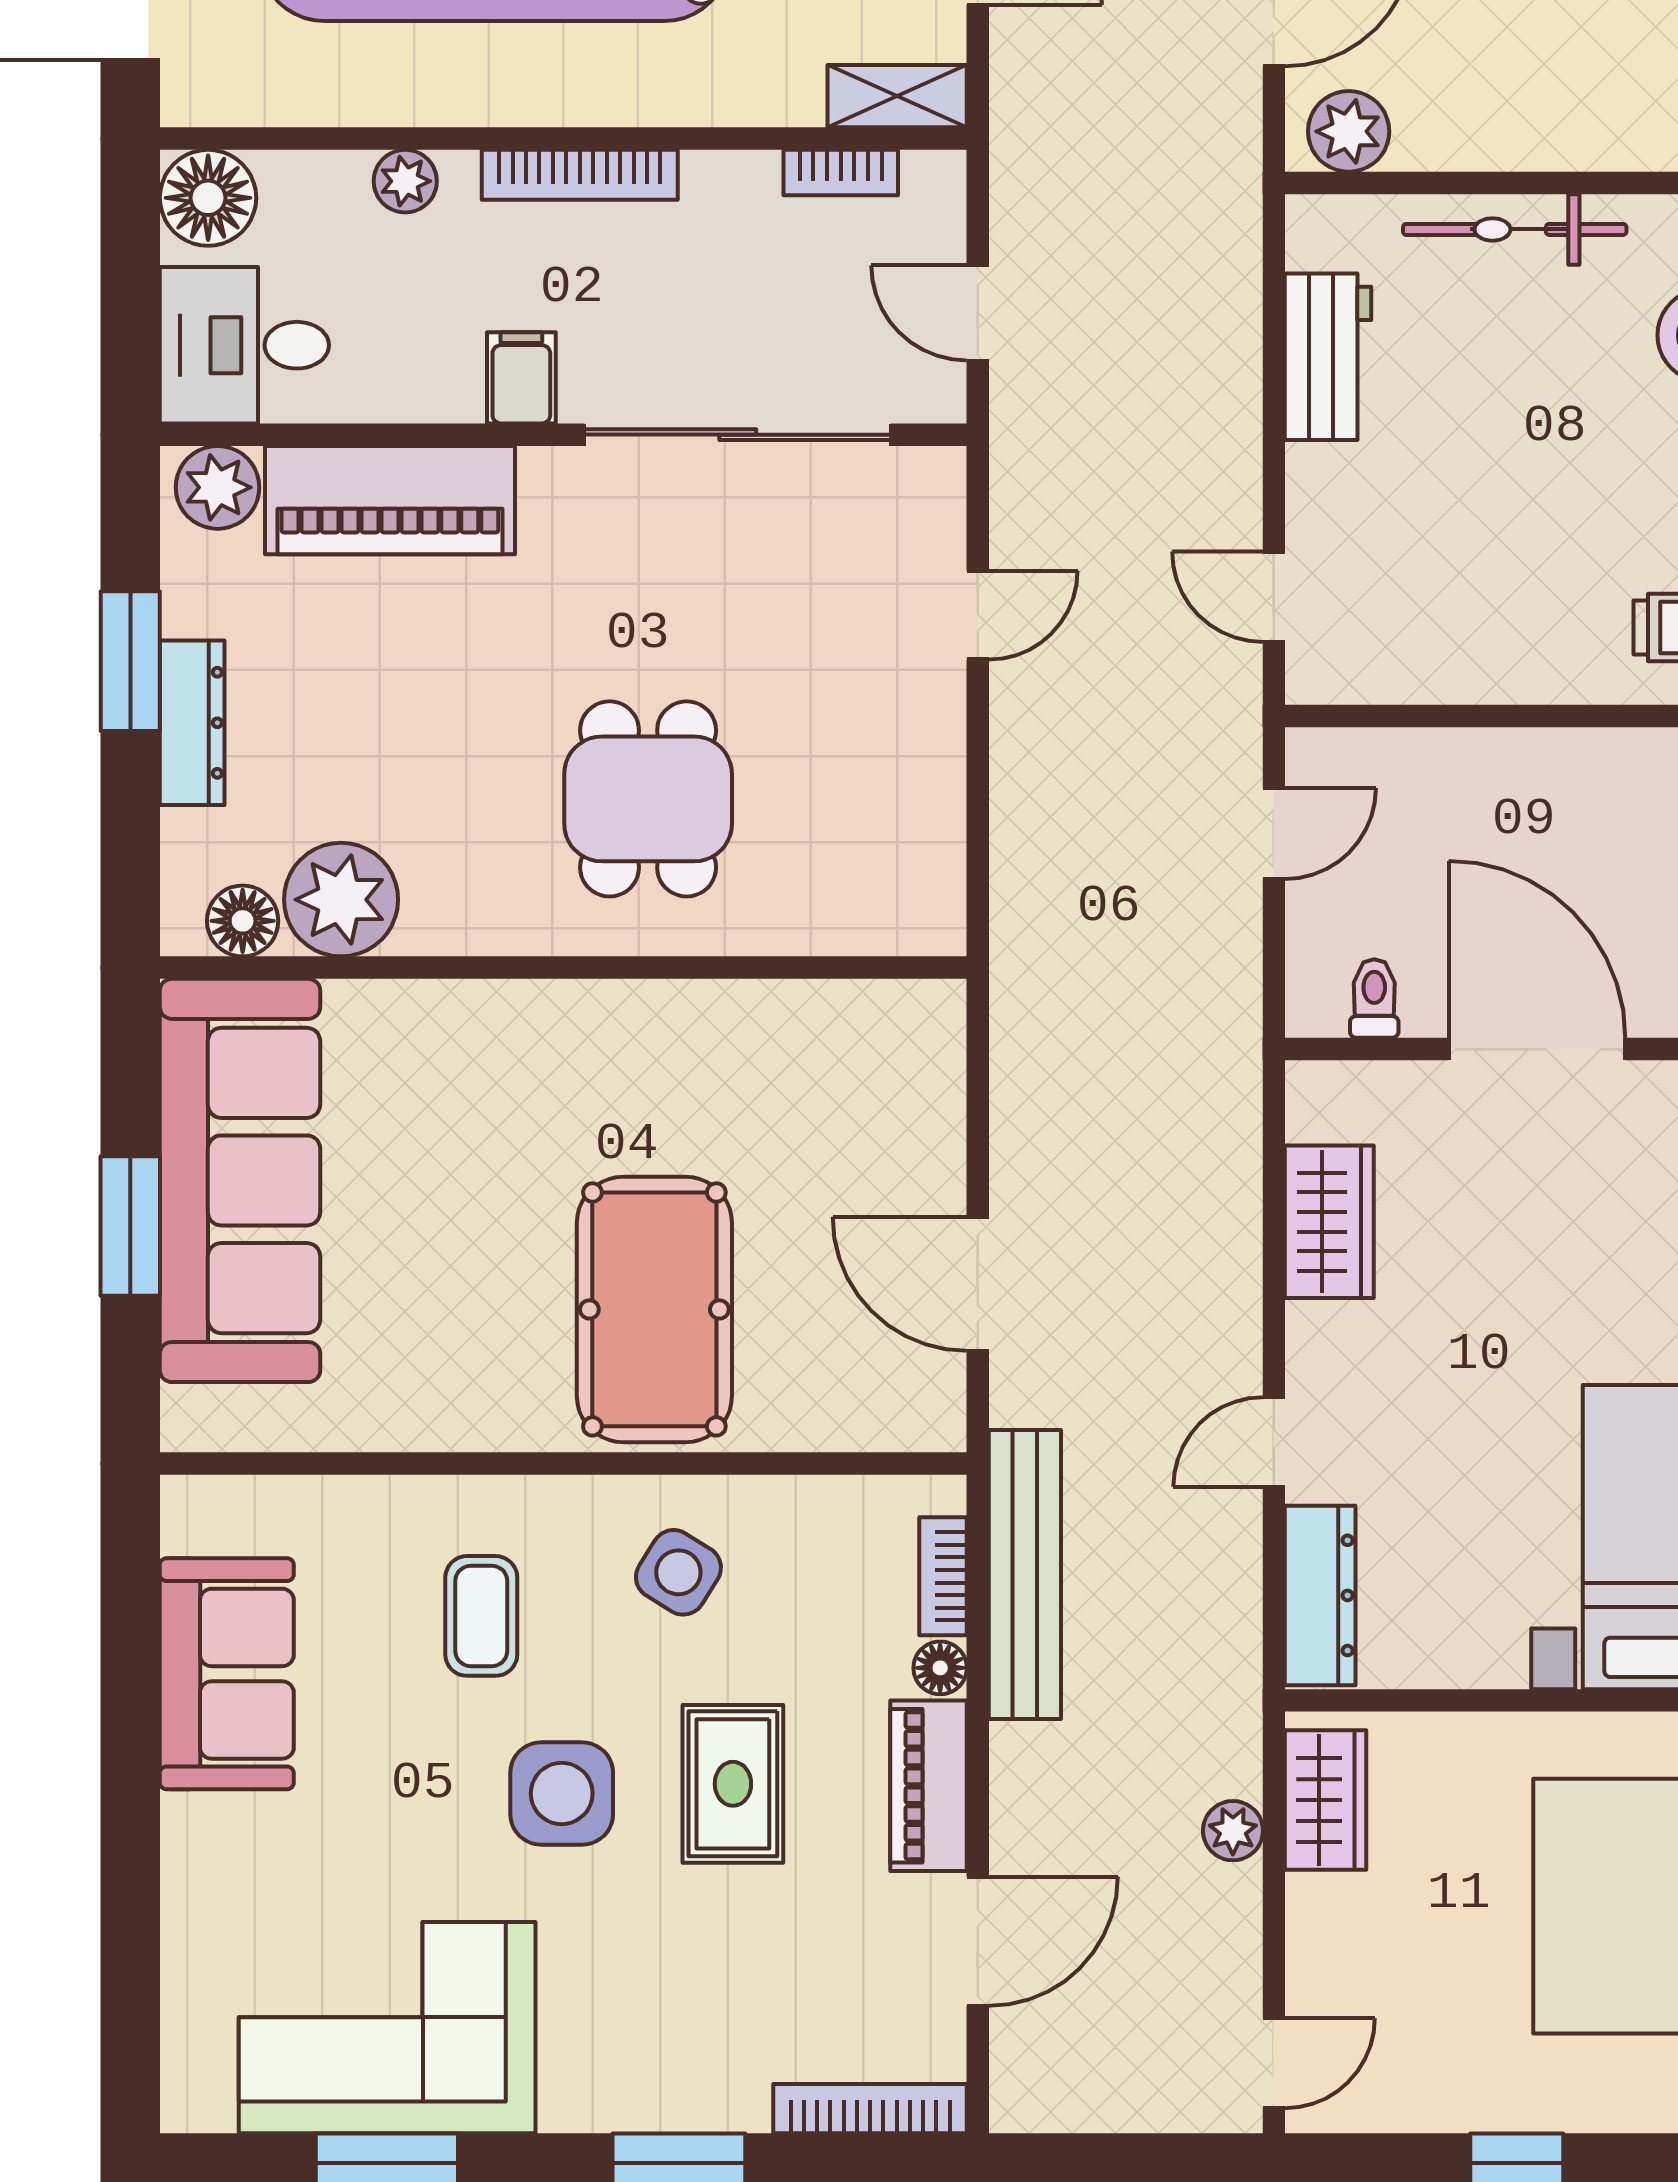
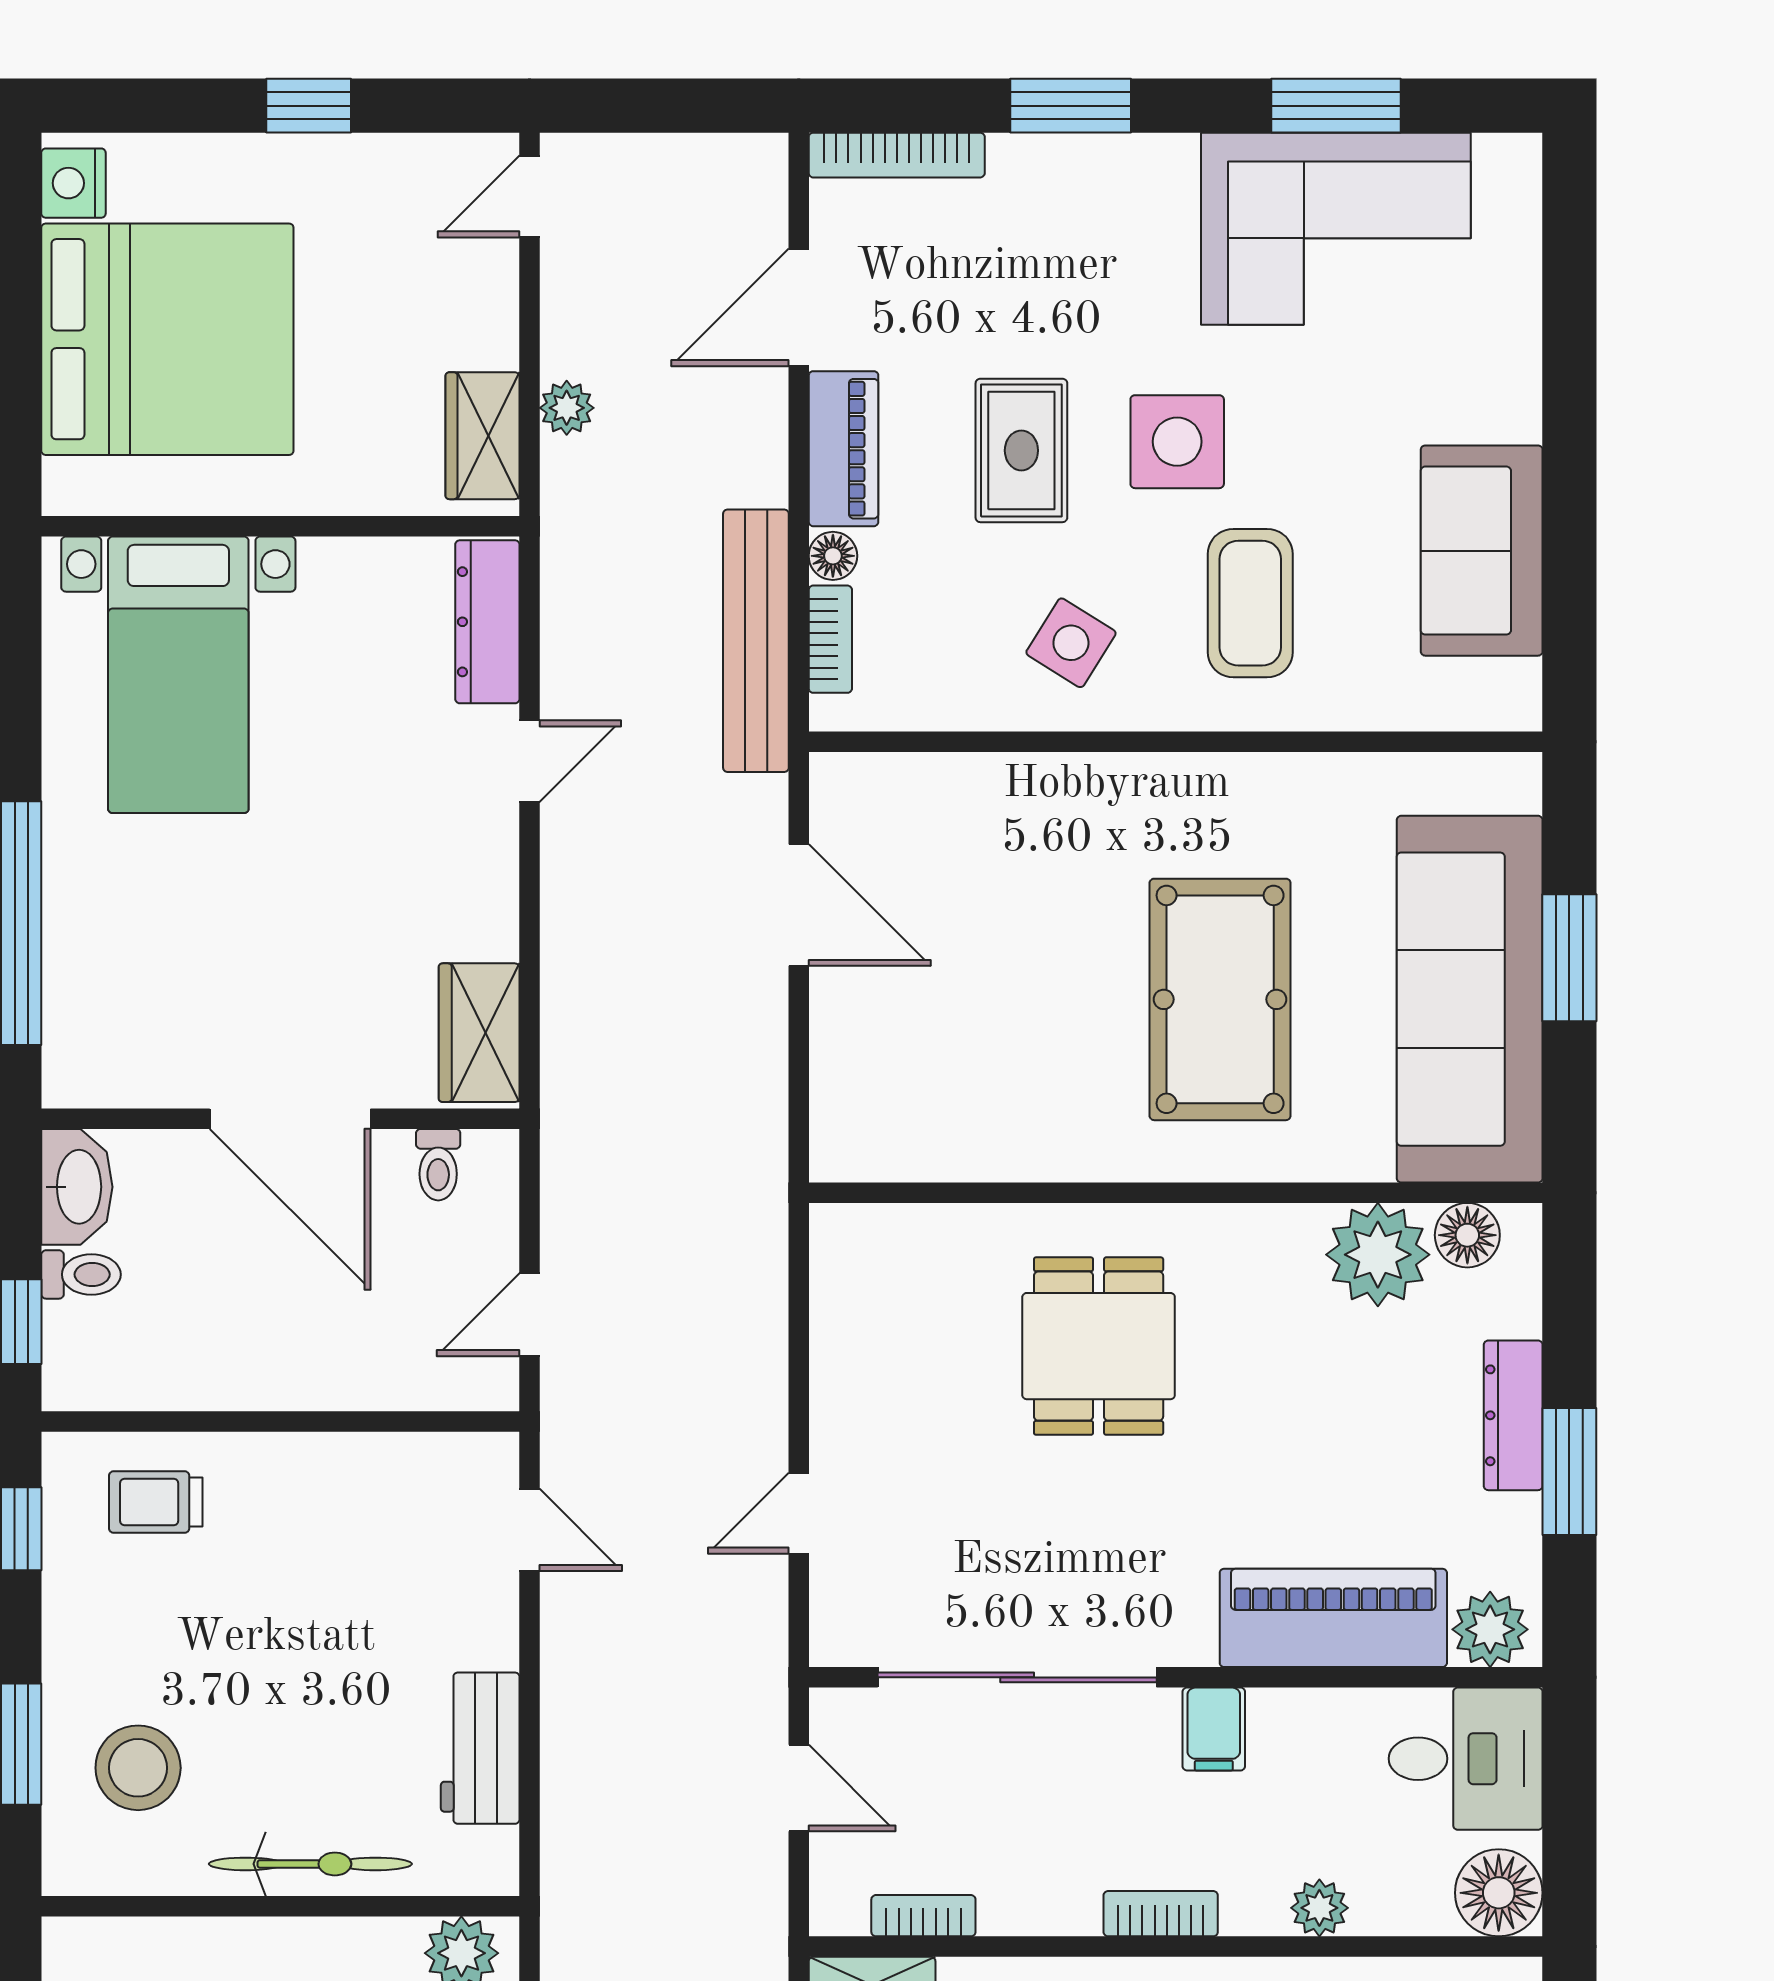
bookcase: (580, 175) -> (1161, 1914), width x0.64
wardrobe: (1329, 1222) -> (479, 1033), moved
pool table: (654, 1309) -> (1220, 999), moved
coffee table: (481, 1616) -> (1250, 603), width x1.36, depth x1.30

